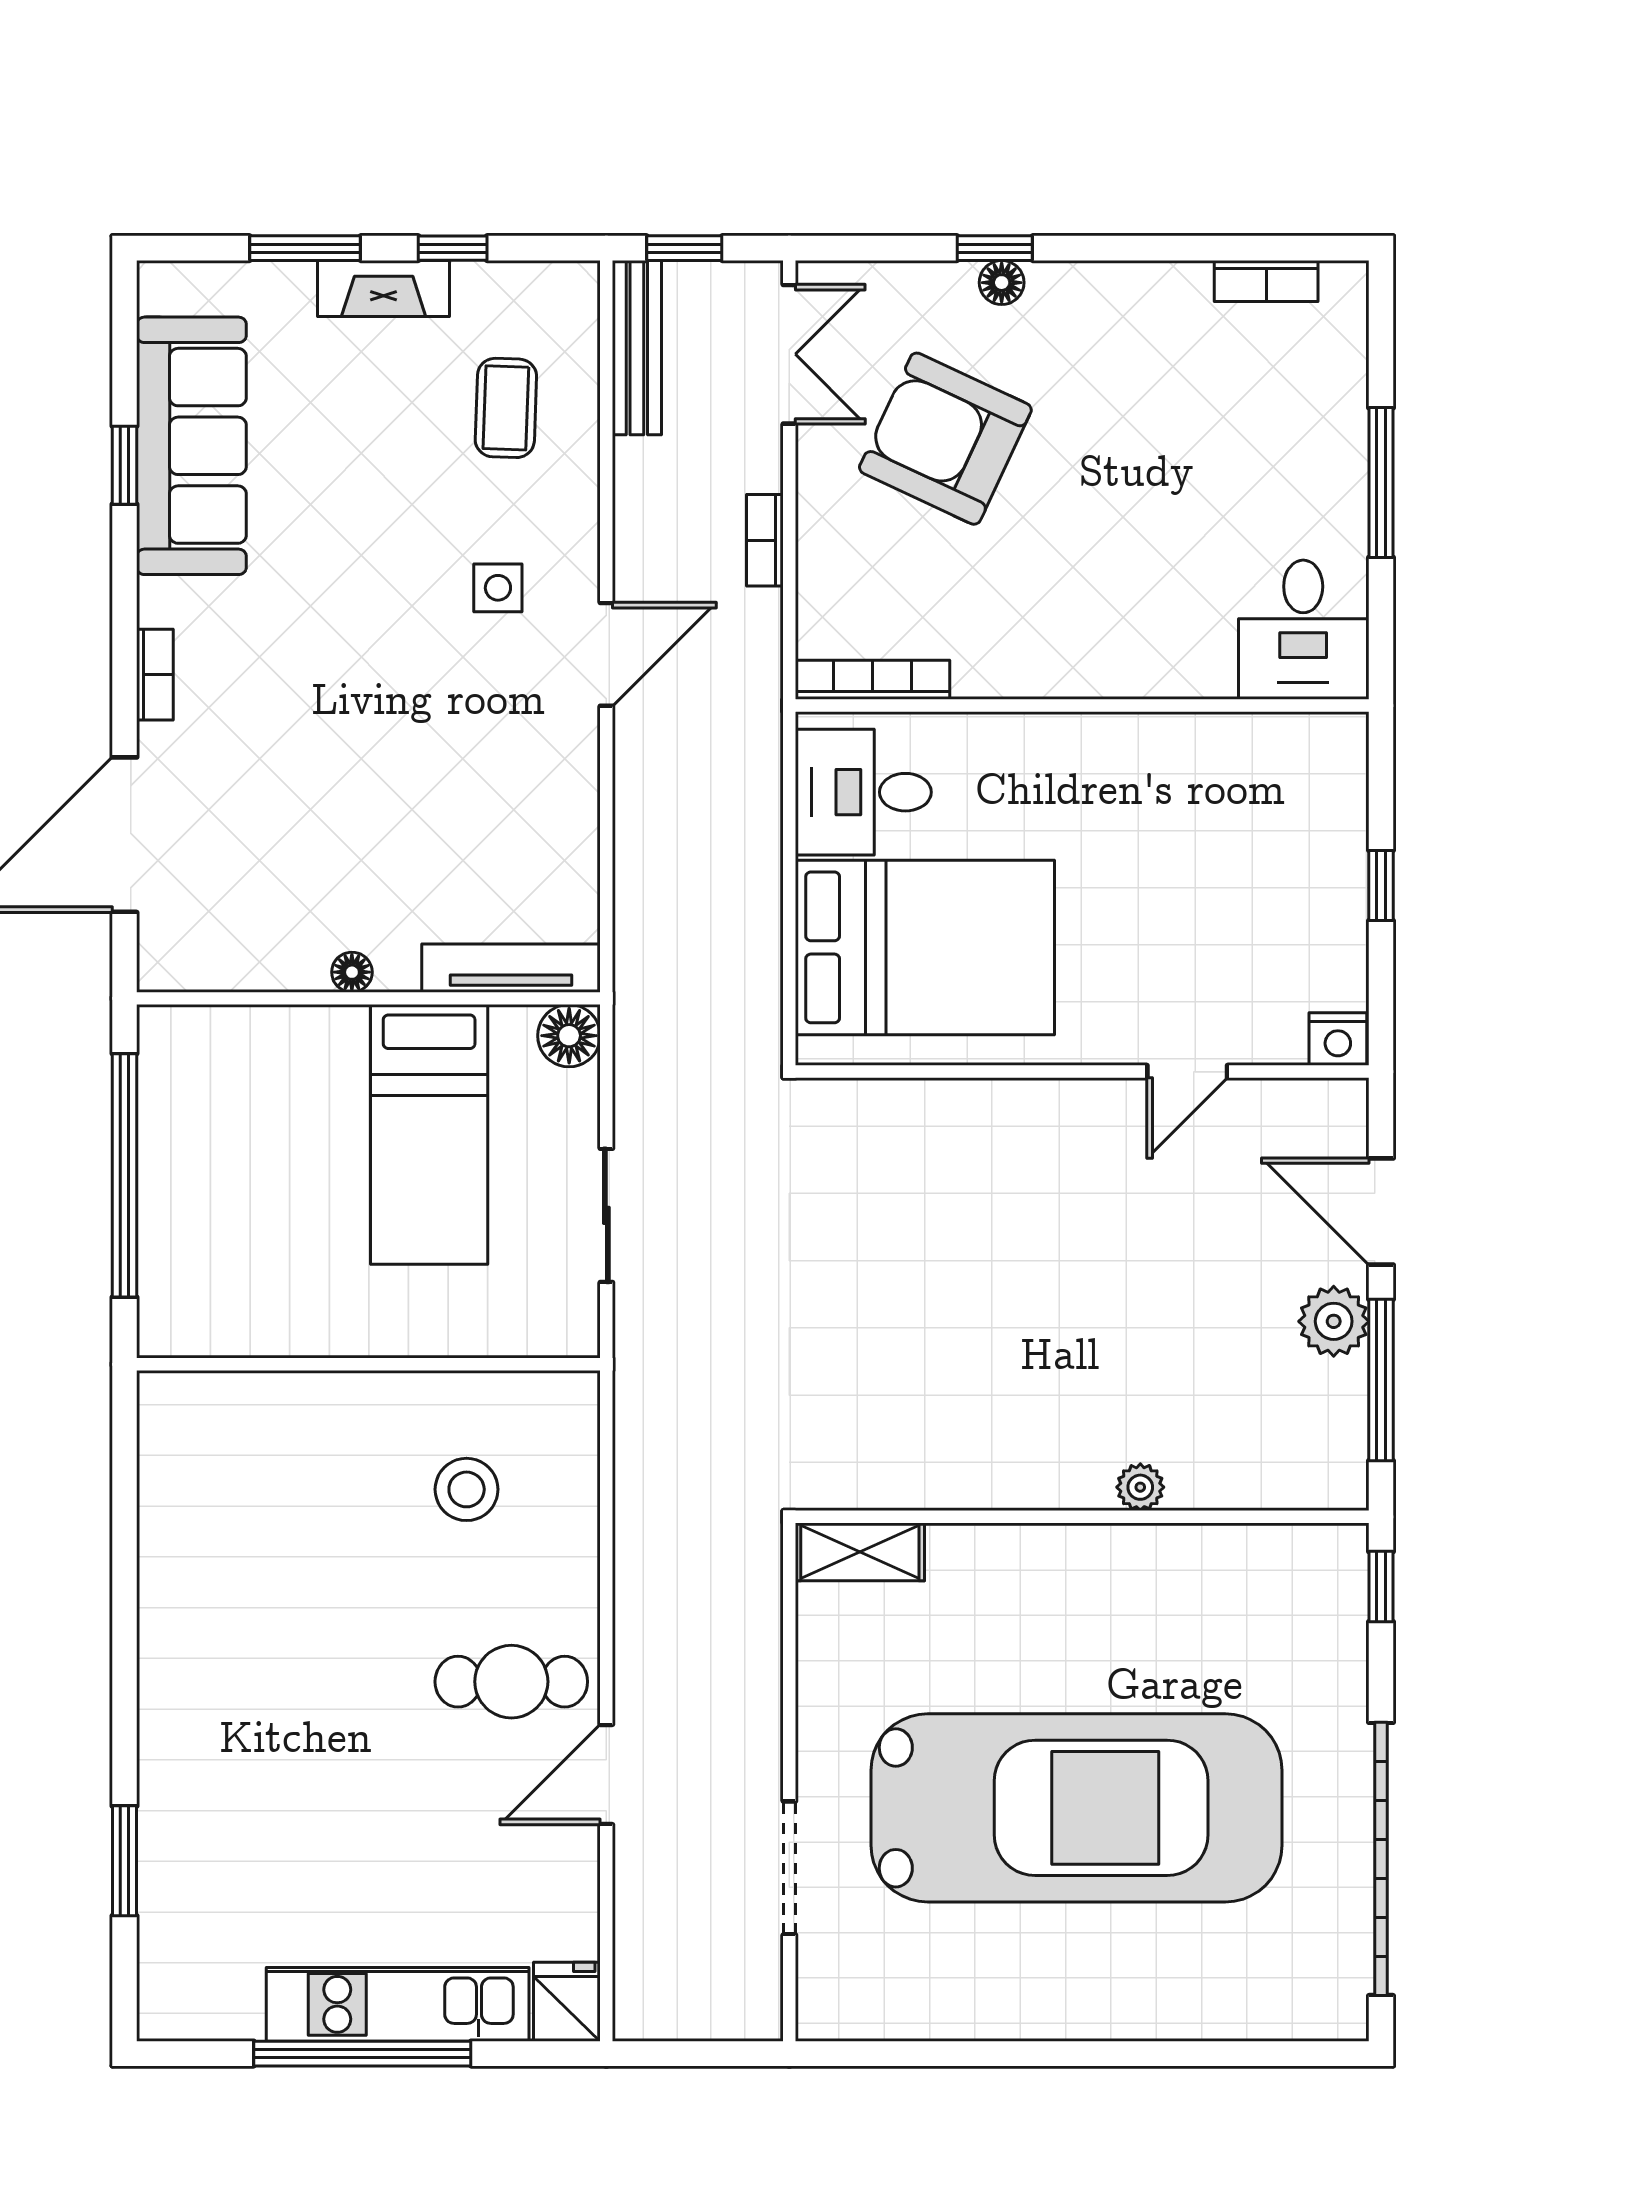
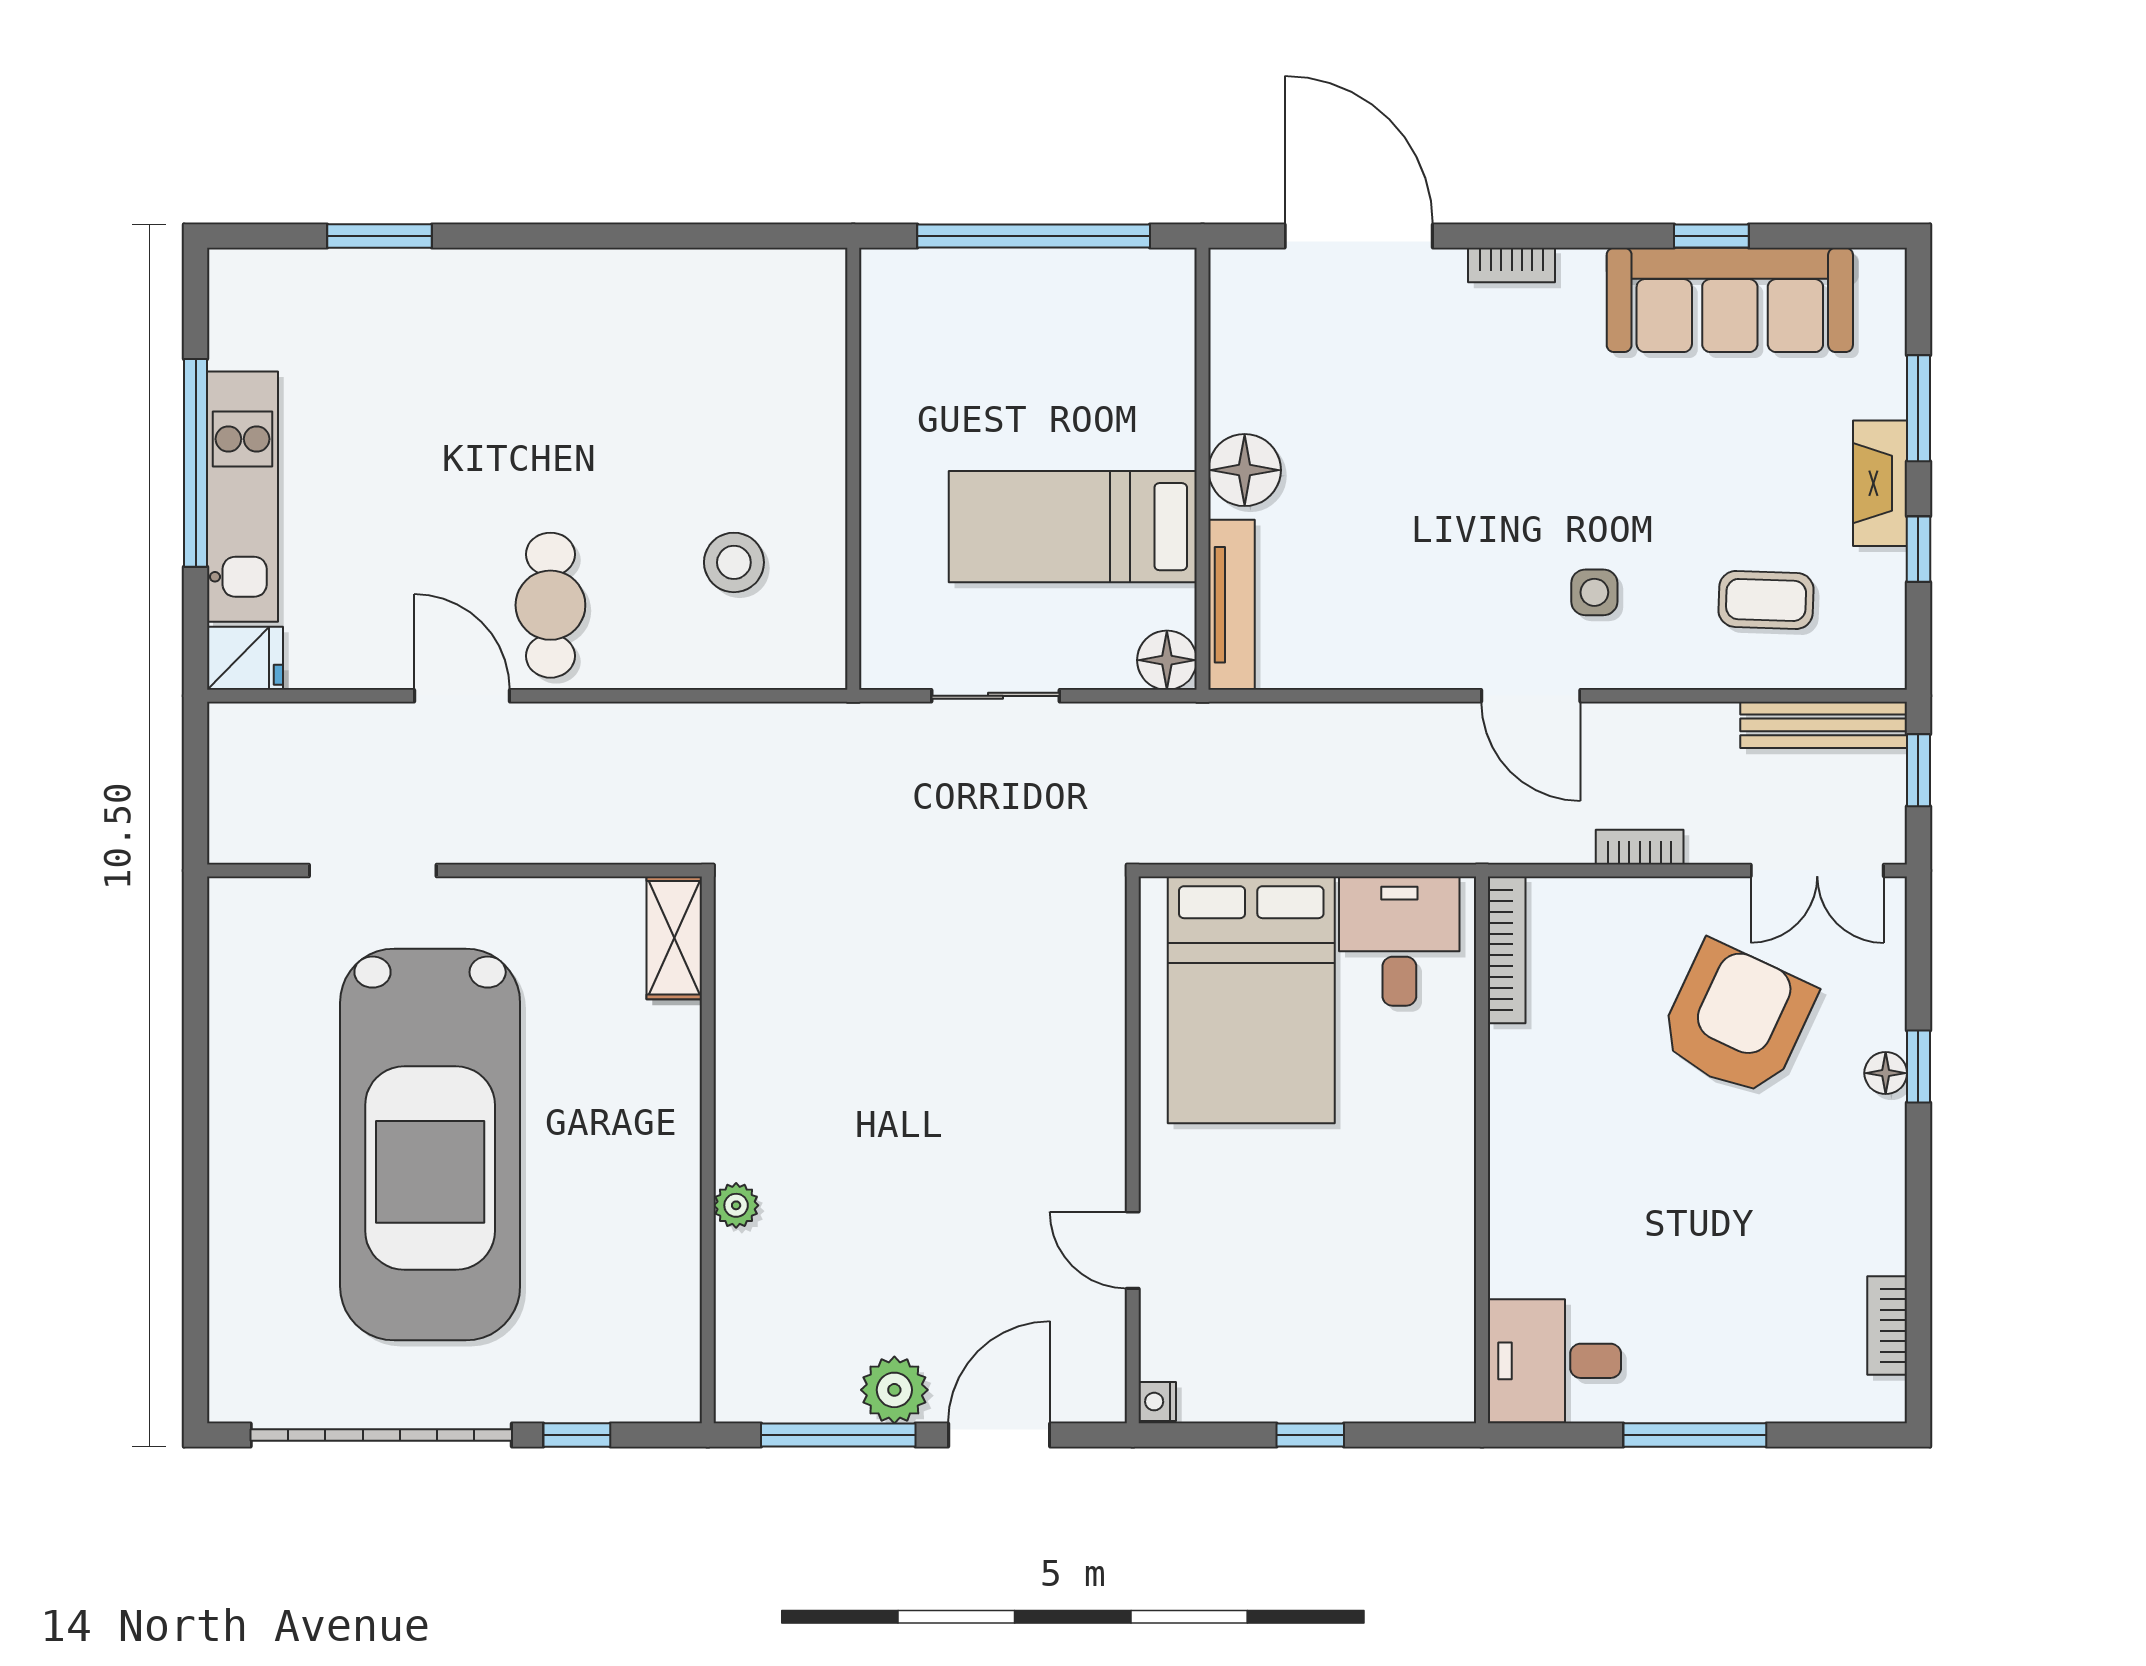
floor lamp: (352, 972) -> (1245, 470), width x1.89, depth x1.89
nightstand: (1338, 1039) -> (1157, 1402), width x0.72, depth x0.74
window: (1381, 1587) -> (577, 1435), moved

